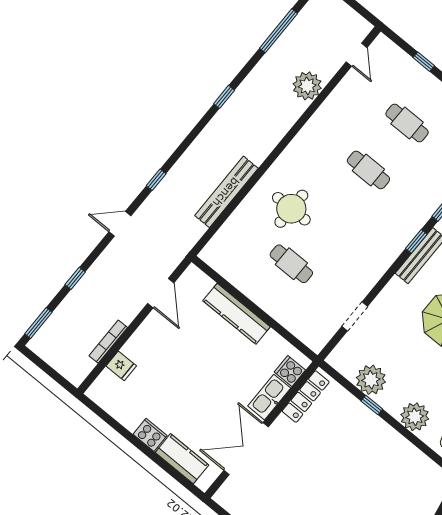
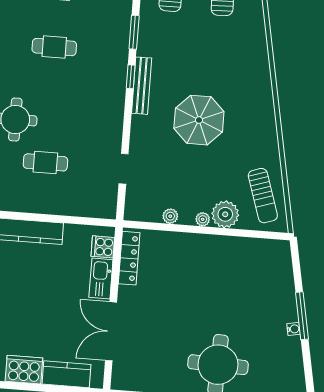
plant: (371, 380) -> (170, 216), width x0.53, depth x0.53
window: (372, 405) -> (185, 229), removed
plant: (392, 407) -> (203, 219), added
cooker: (150, 435) -> (24, 370), width x1.37, depth x1.31

